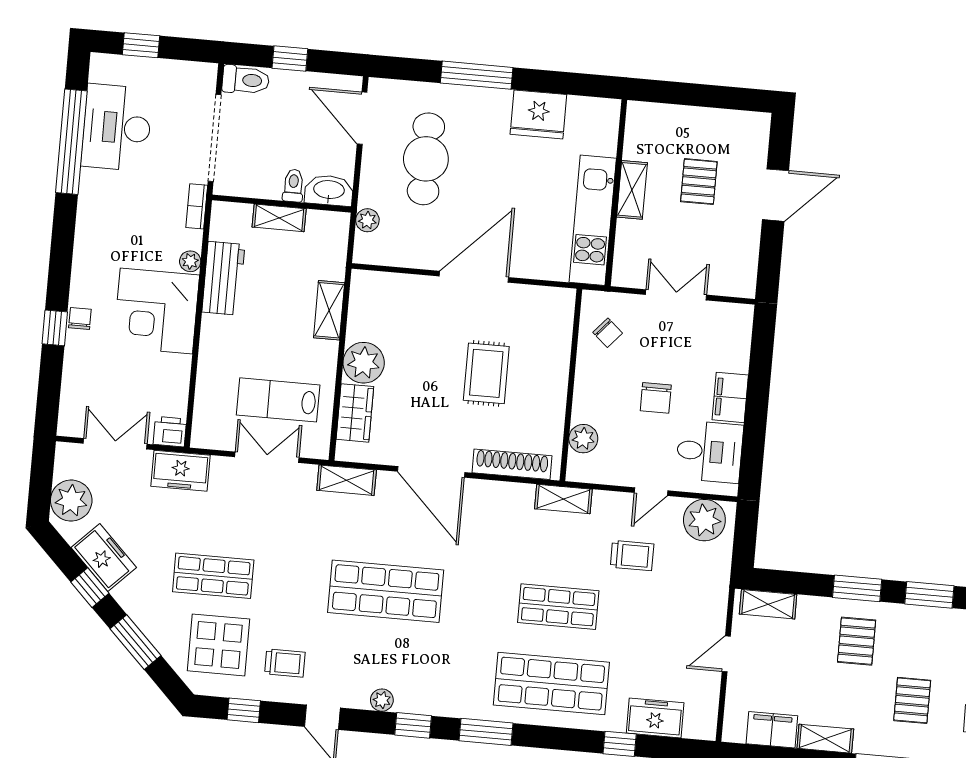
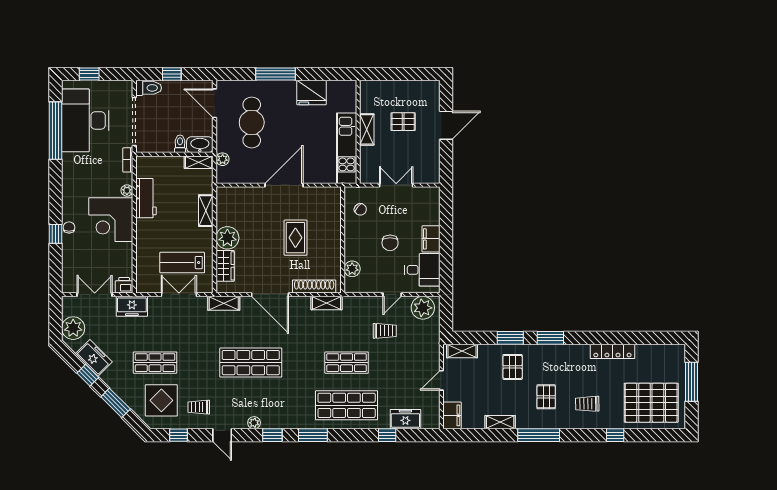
desk: (117, 127) -> (85, 120), width x1.36, depth x1.30
pallet: (699, 182) -> (403, 122), turned 90
shelving: (279, 218) -> (199, 162), moved
shelving: (563, 499) -> (327, 303), moved
trolley: (285, 663) -> (199, 407), turned 180
filing cabinet: (772, 730) -> (452, 415), moved, turned 90

